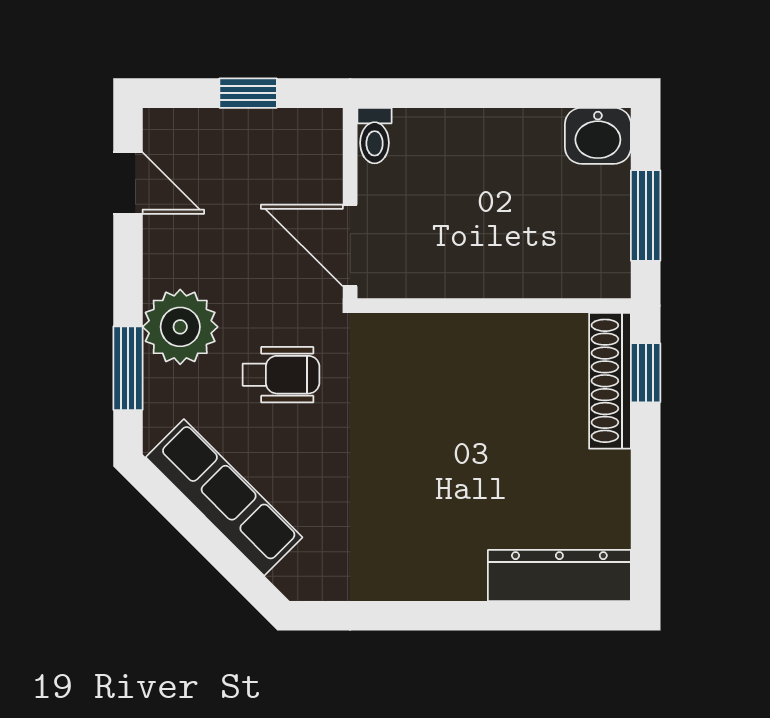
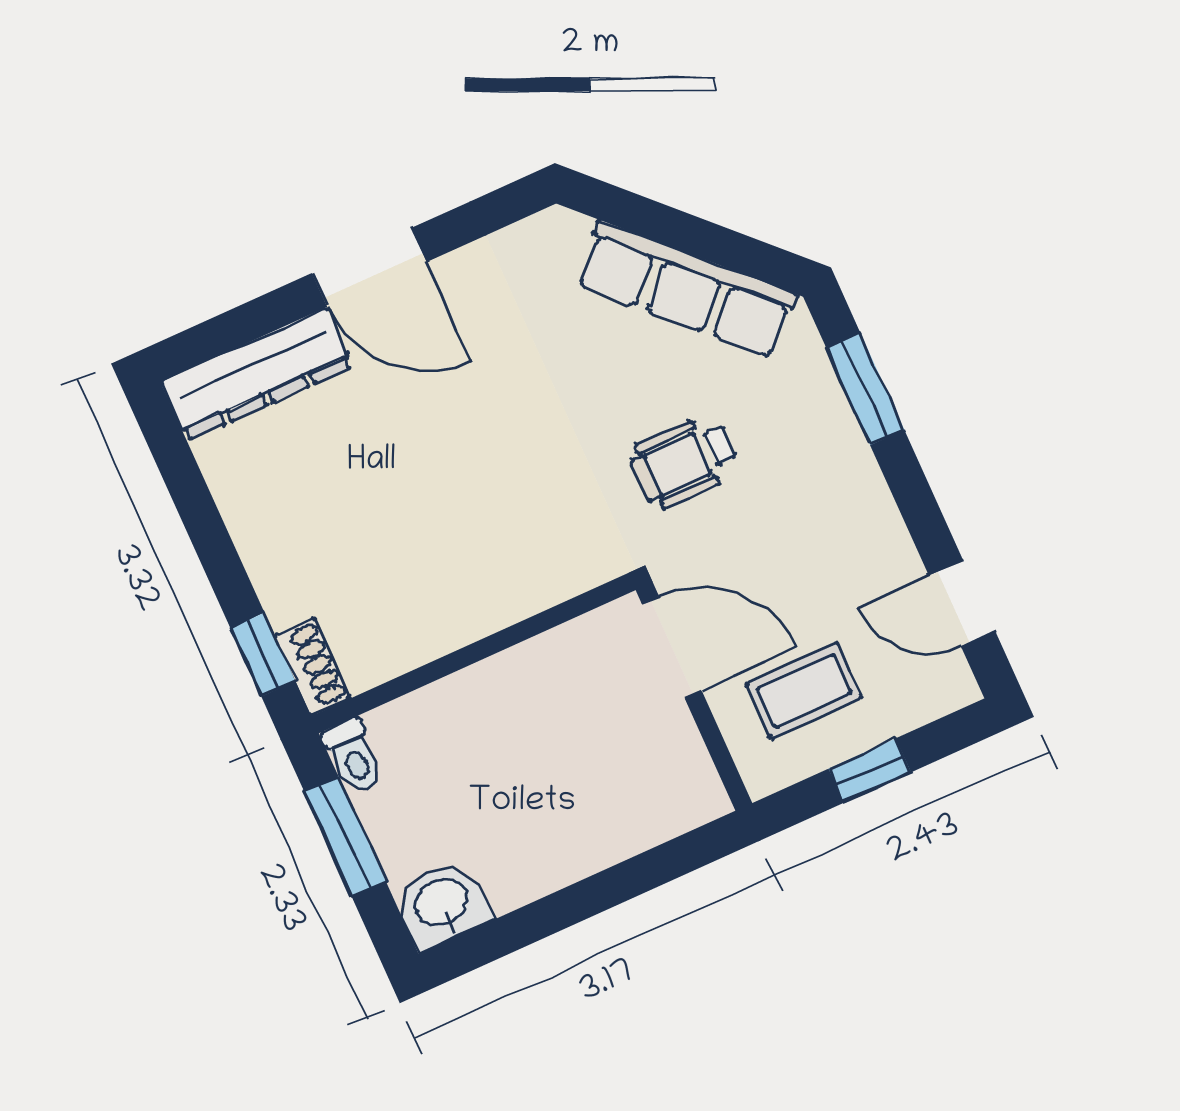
toilet: (375, 136) -> (353, 756), moved, turned 180
coffee table: (269, 172) -> (804, 691), added
plant: (180, 327) -> (826, 464), removed
shoe rack: (610, 381) -> (312, 667), width x0.51, depth x0.81
door: (444, 616) -> (369, 267), added

